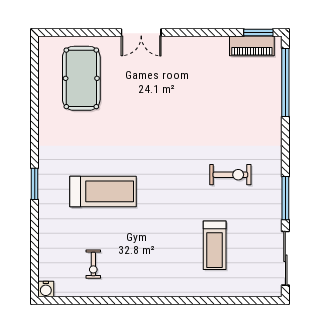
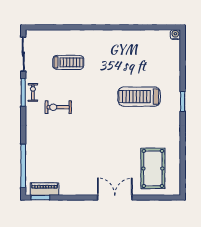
double door: (141, 32) -> (115, 198), width x1.37
treadmill: (215, 245) -> (68, 62), turned 90
exercise bike: (93, 264) -> (33, 92), moved

